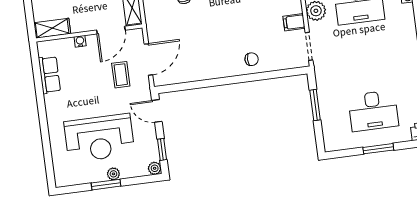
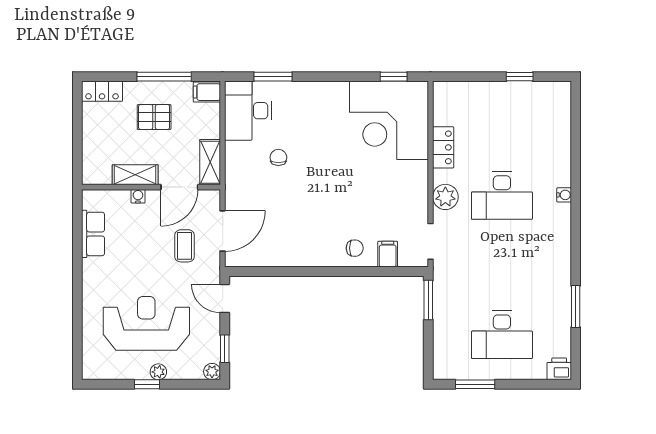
filing cabinet: (294, 22) -> (388, 254), moved, turned 90
shelving: (52, 28) -> (135, 175), moved
window: (315, 105) -> (428, 300), moved
reception desk: (99, 138) -> (146, 323), turned 180
window: (378, 149) -> (475, 384), moved
window: (106, 185) -> (147, 384), width x0.67

